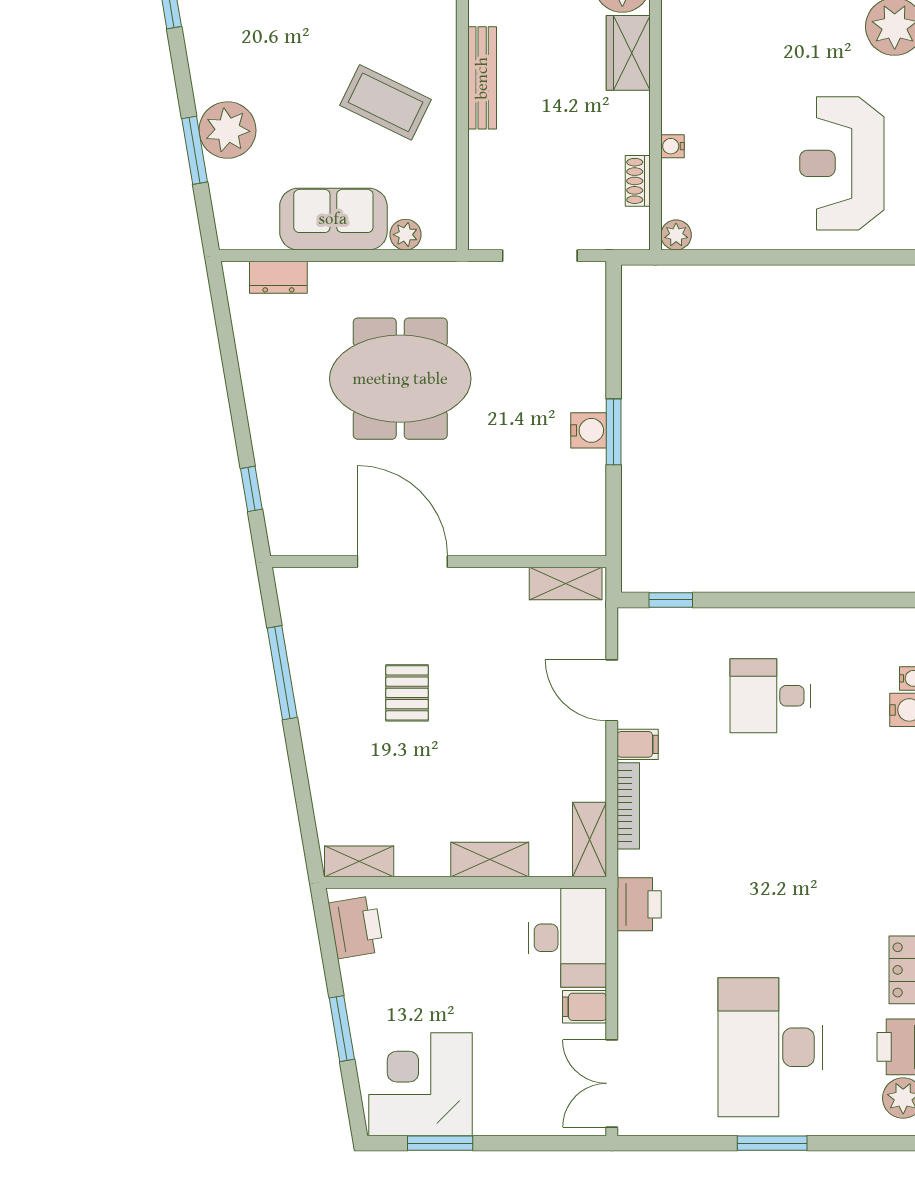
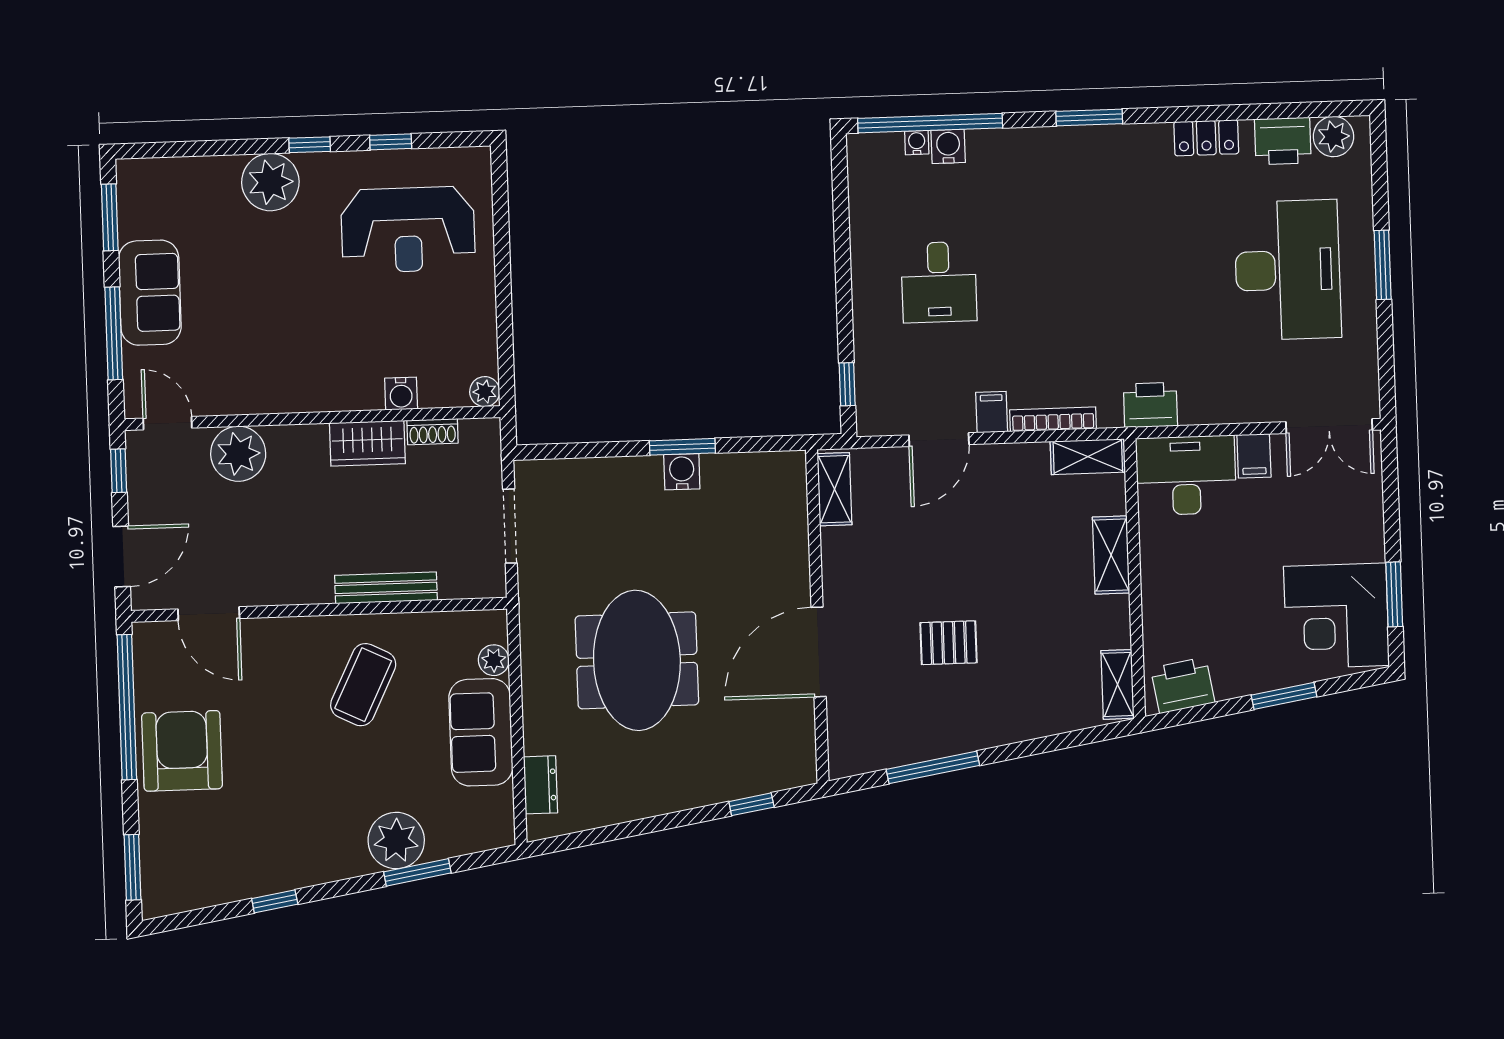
wardrobe: (628, 53) -> (367, 443), moved
bench: (482, 78) -> (386, 588), moved
water cooler: (673, 146) -> (401, 394), width x1.38, depth x1.38
desk: (770, 1047) -> (1288, 270), turned -90

